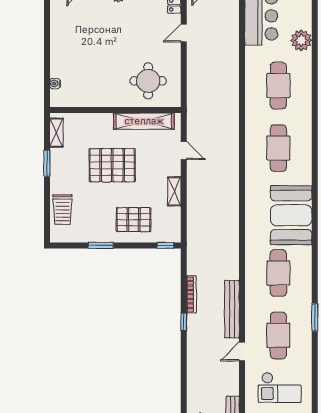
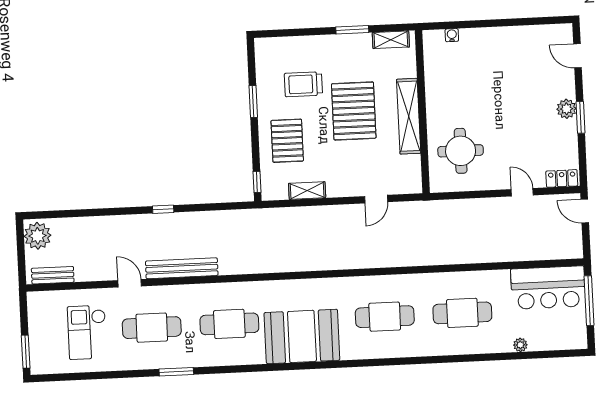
plant: (301, 40) -> (520, 345), width x0.53, depth x0.53
shelving: (144, 121) -> (409, 116), moved
shelving: (174, 191) -> (307, 191), moved
trolley: (62, 209) -> (303, 84), moved
bookcase: (191, 294) -> (198, 217), removed

